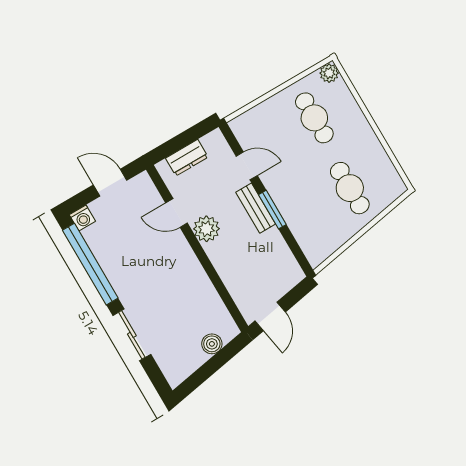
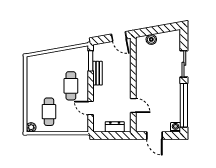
cafe table: (350, 188) -> (71, 86), moved
bench: (256, 208) -> (98, 73), moved
window: (272, 210) -> (91, 61), moved
plant: (206, 229) -> (124, 91), removed
door: (270, 316) -> (119, 37), swing flipped

